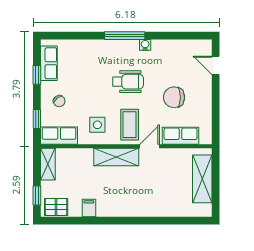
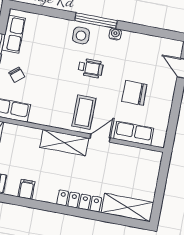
wheelchair: (128, 82) -> (91, 68), width x0.73, depth x0.73
side table: (97, 125) -> (81, 36), moved
shelving: (202, 179) -> (127, 208), moved, turned 90
locker: (141, 210) -> (79, 201), added

